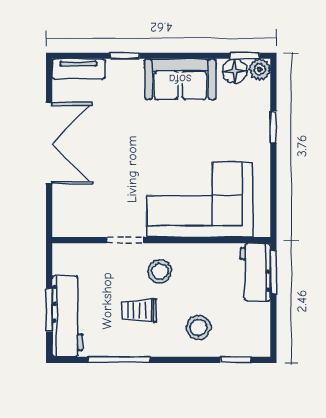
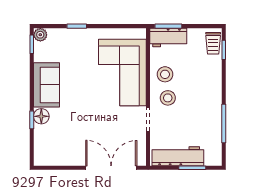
tv unit: (79, 69) -> (40, 149), removed
floor lamp: (235, 71) -> (41, 116), moved
double door: (49, 143) -> (111, 168), moved
trolley: (139, 310) -> (213, 43), moved
workbench: (67, 316) -> (178, 156), moved
stool: (198, 327) -> (165, 74), moved

